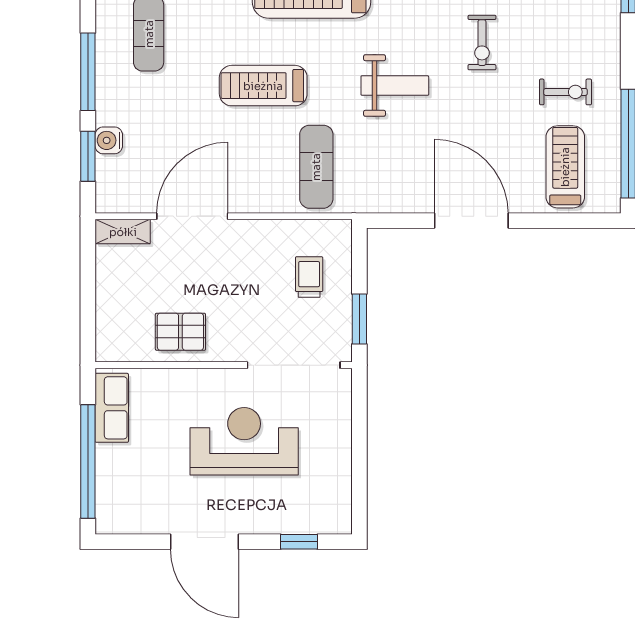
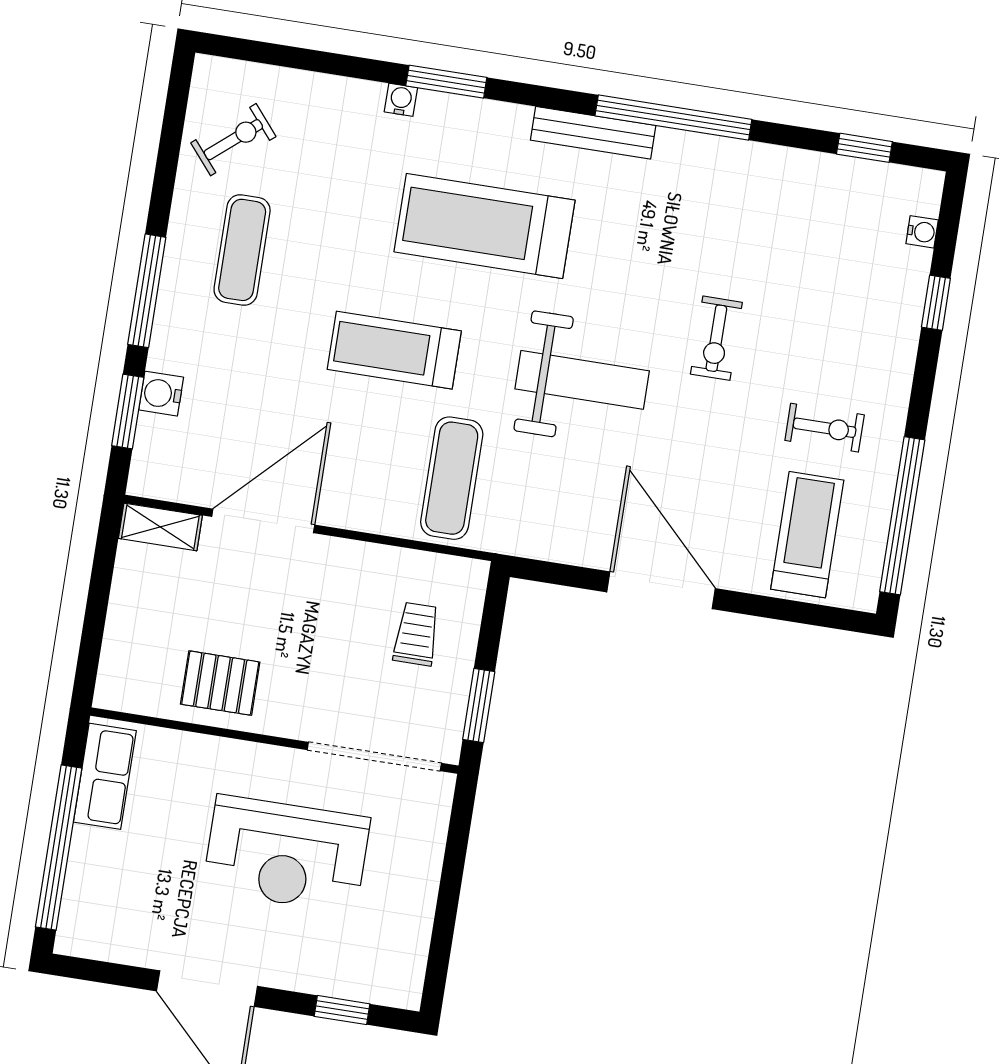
weight bench: (395, 86) -> (582, 380), width x1.36, depth x1.33
reception desk: (244, 441) -> (286, 854), turned 180

